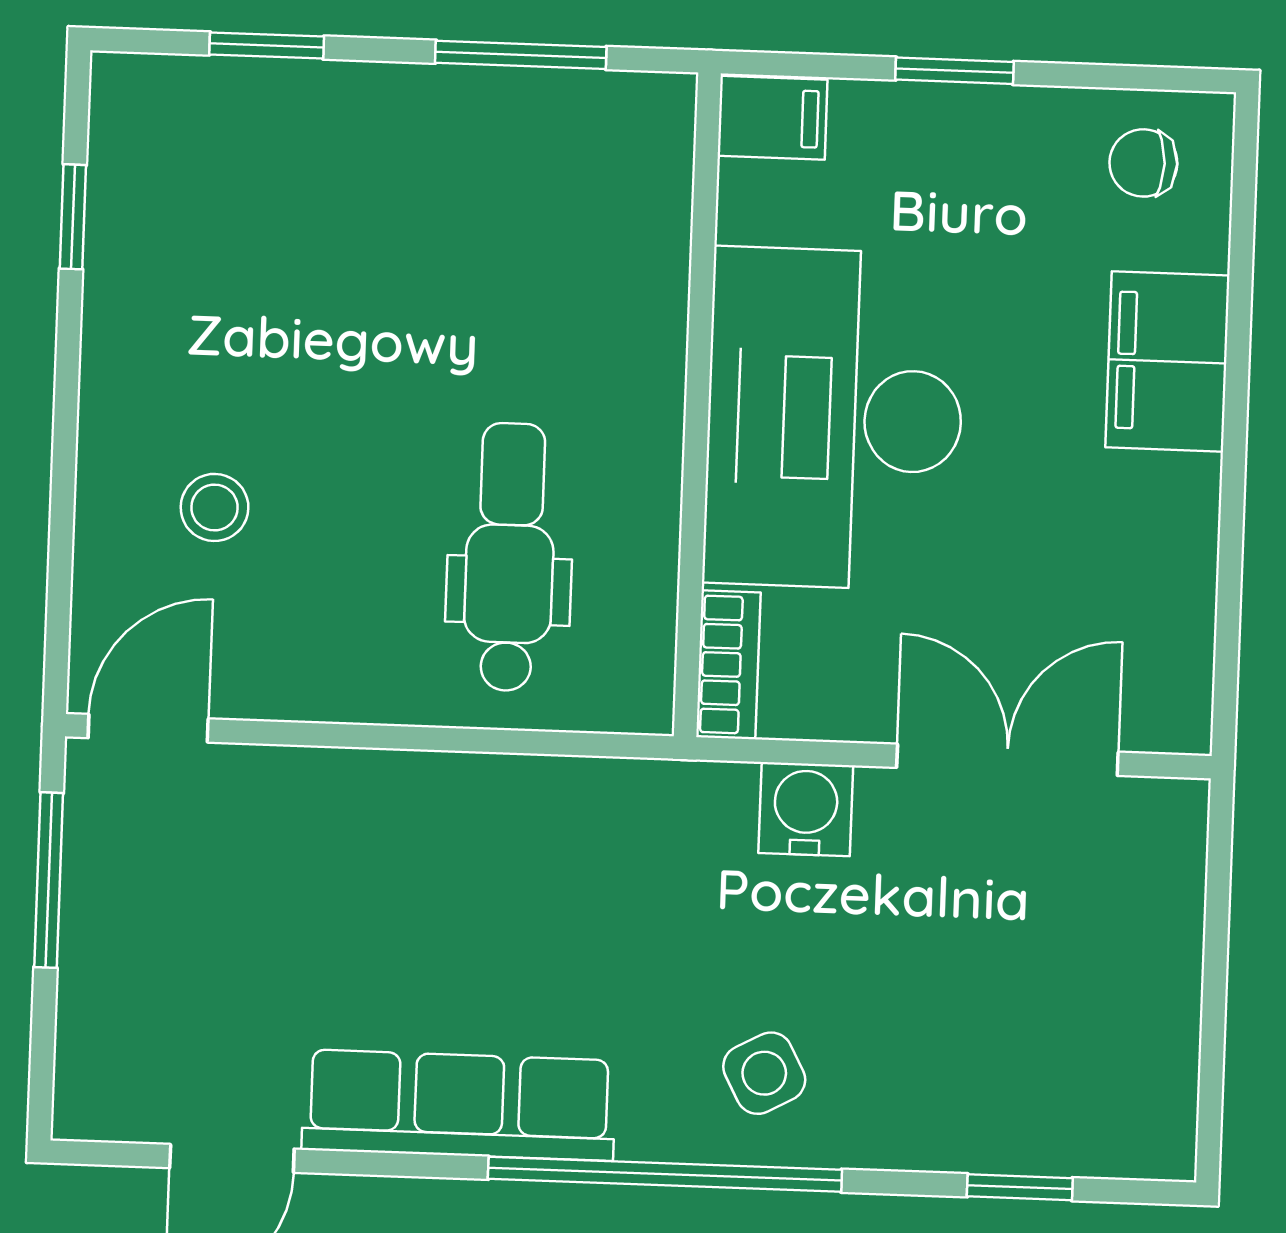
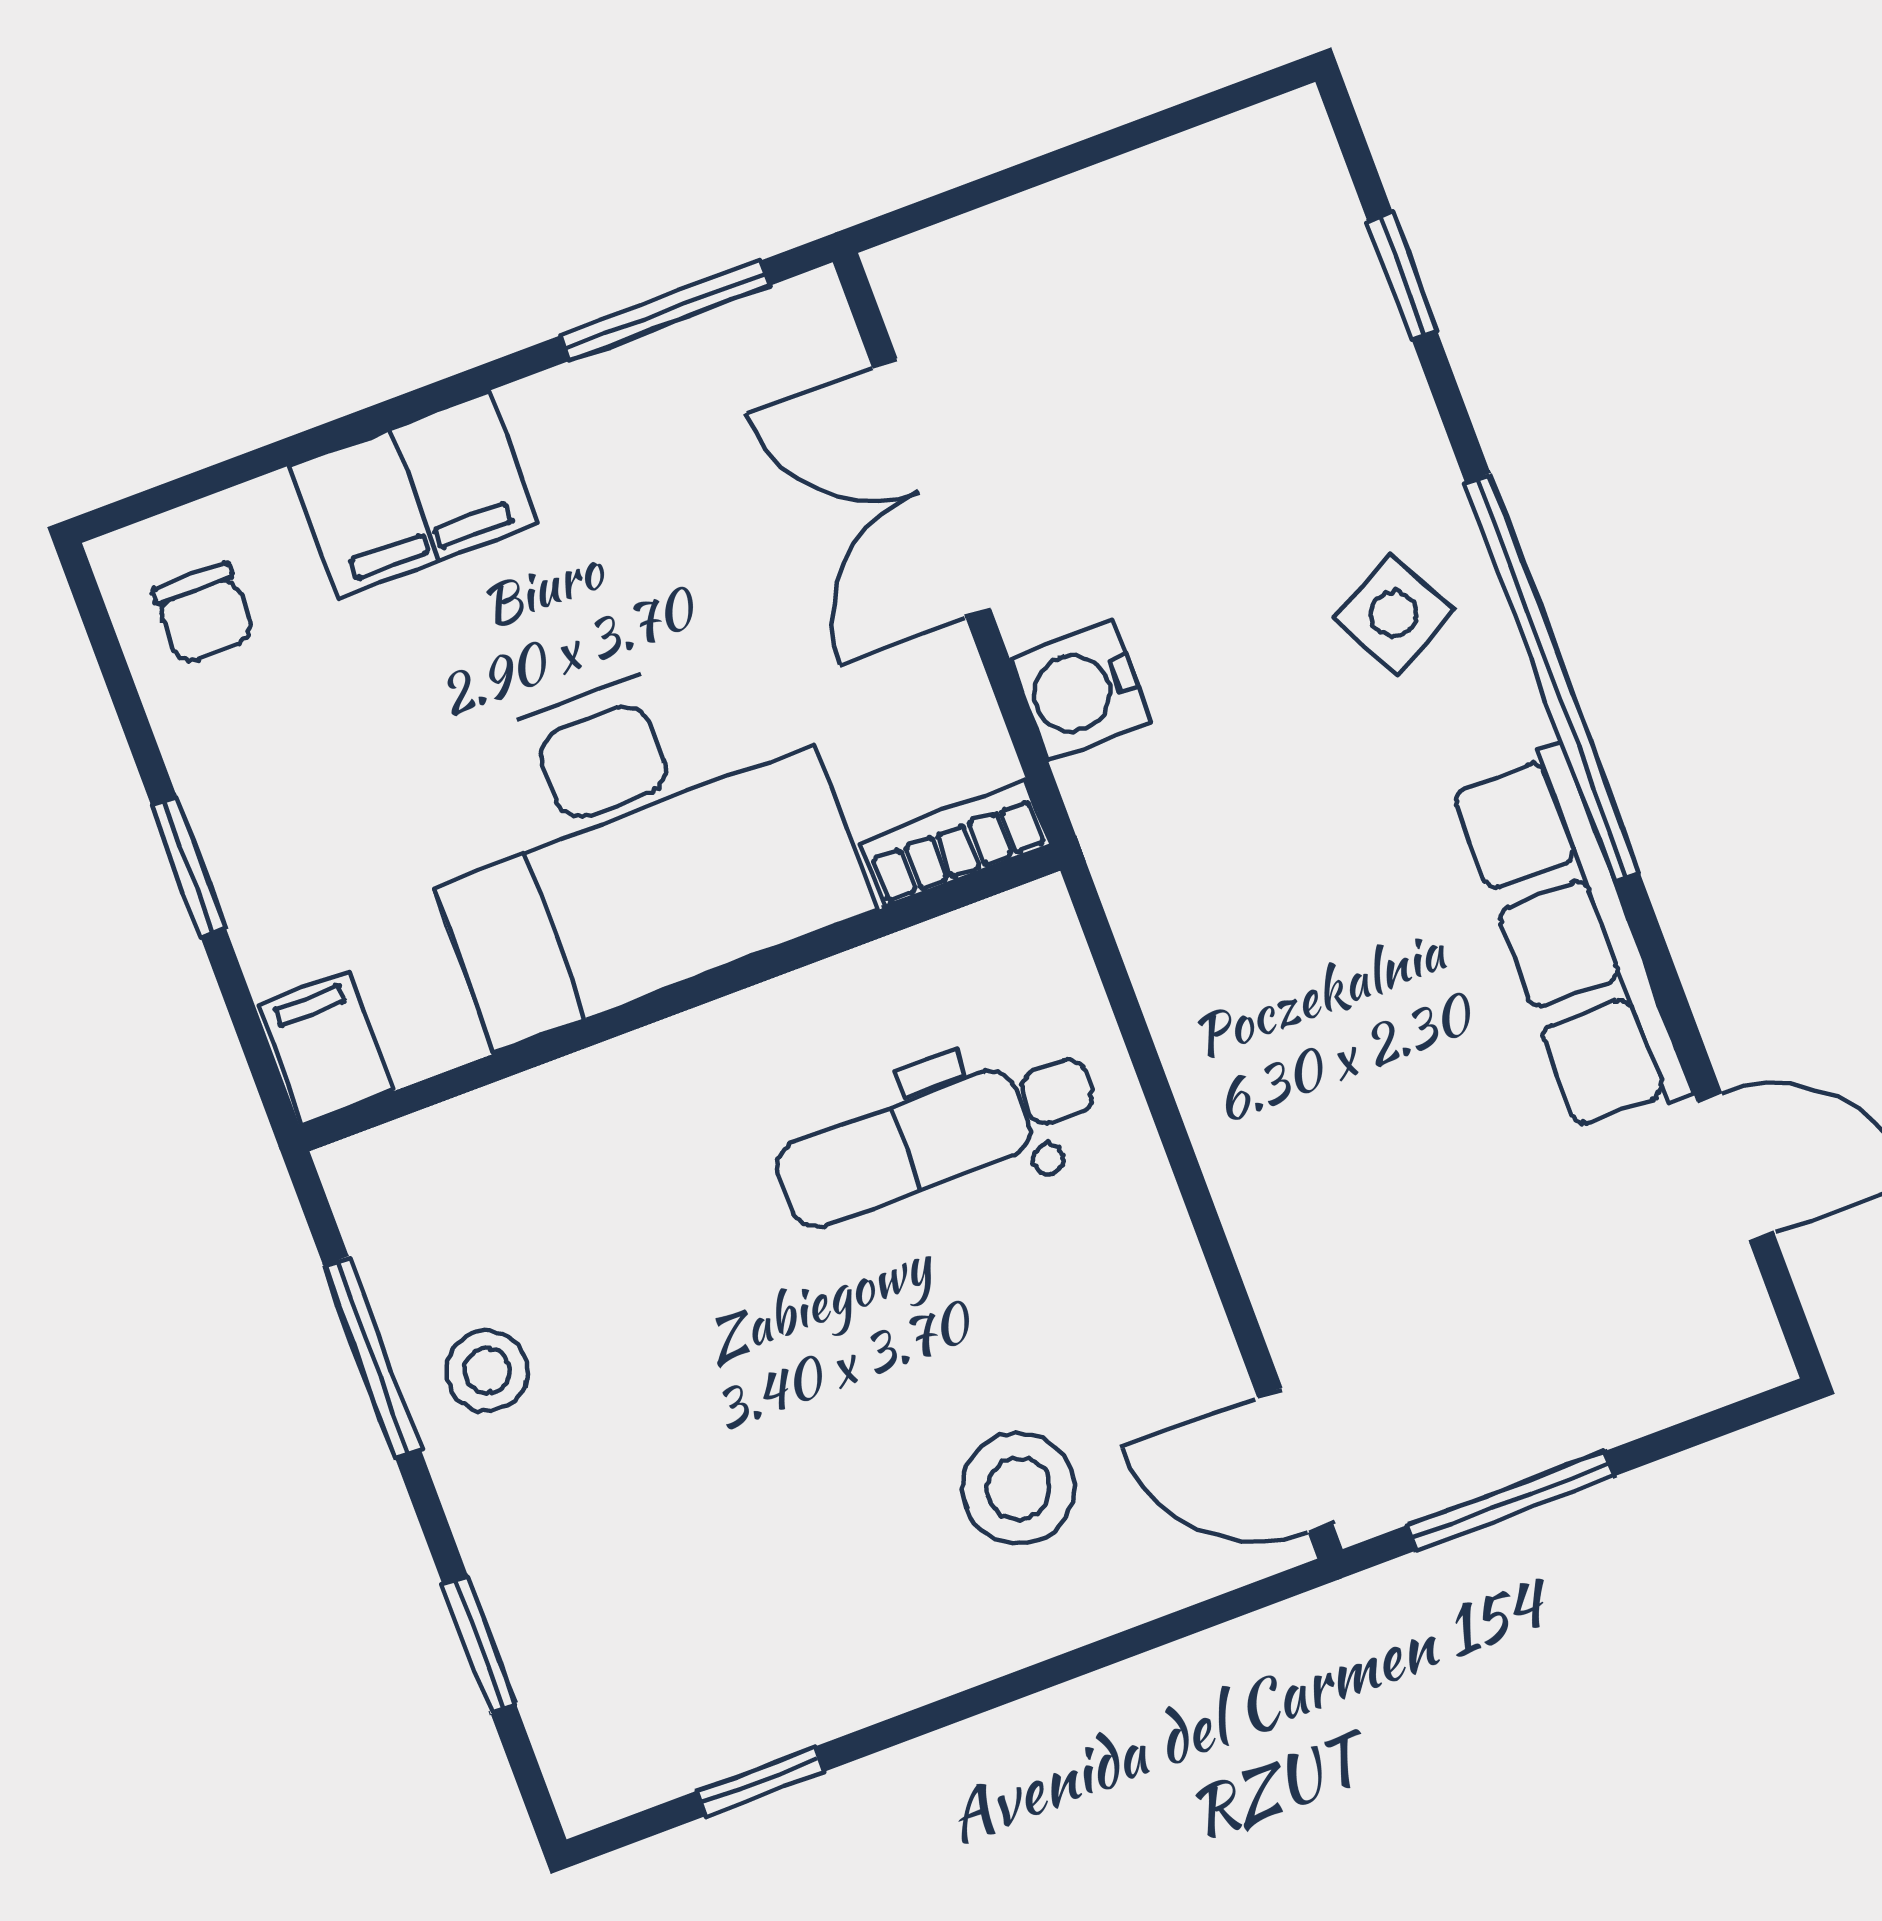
stool: (474, 139) -> (487, 1371), added
stool: (215, 507) -> (1018, 1489), width x1.37, depth x1.37
window: (1228, 612) -> (665, 311), added

